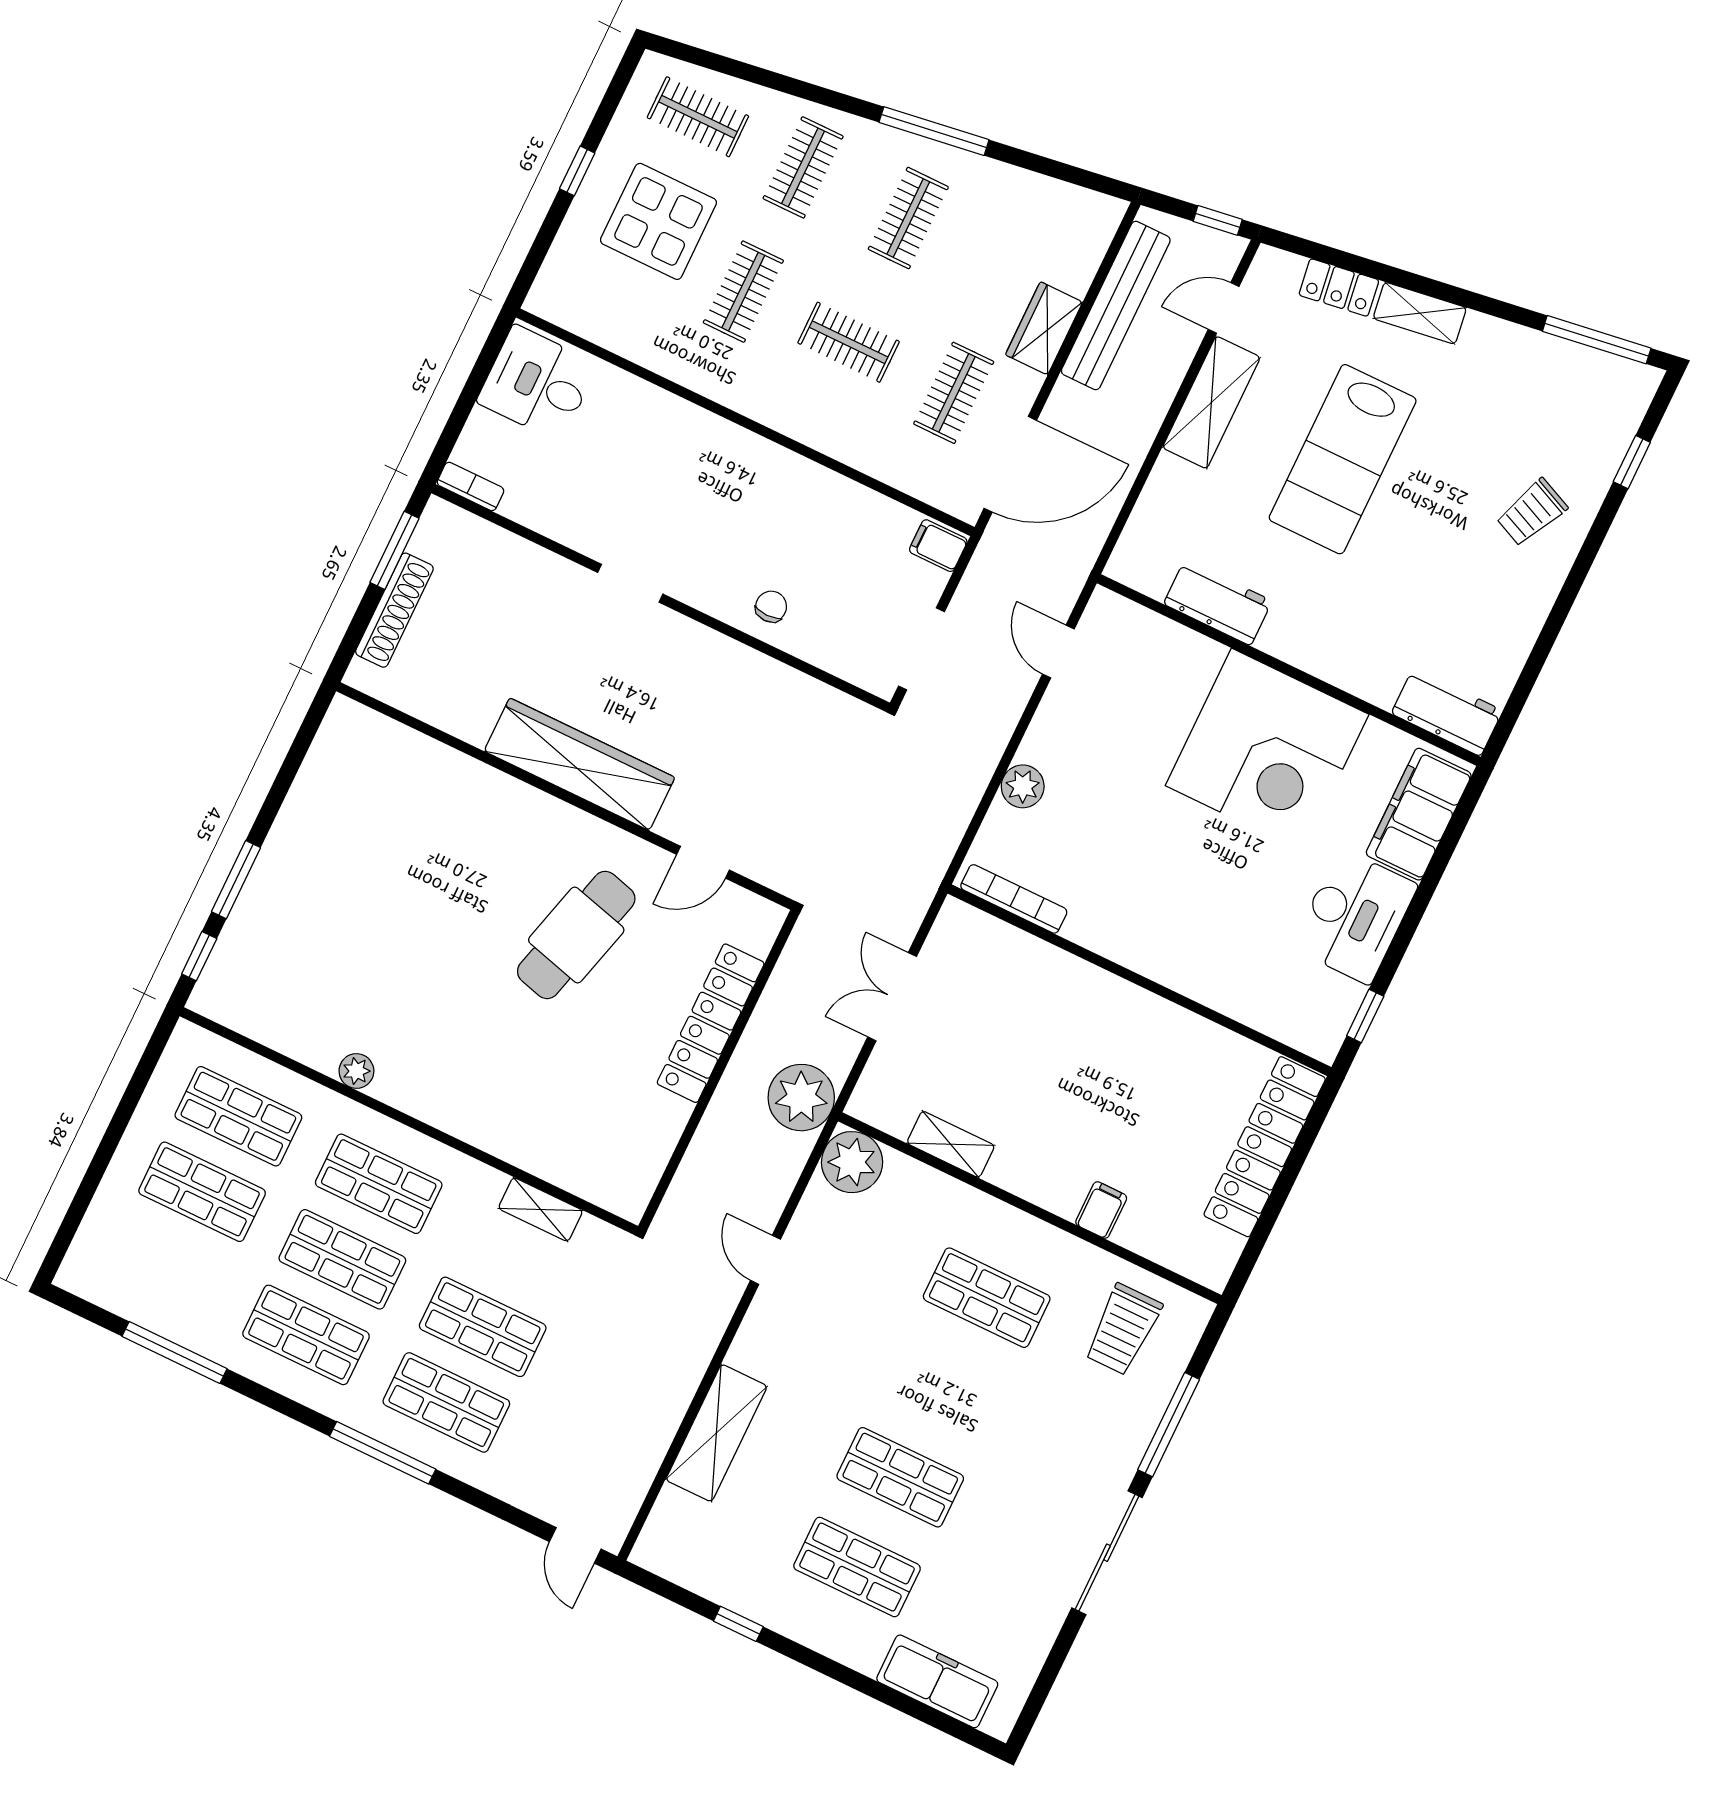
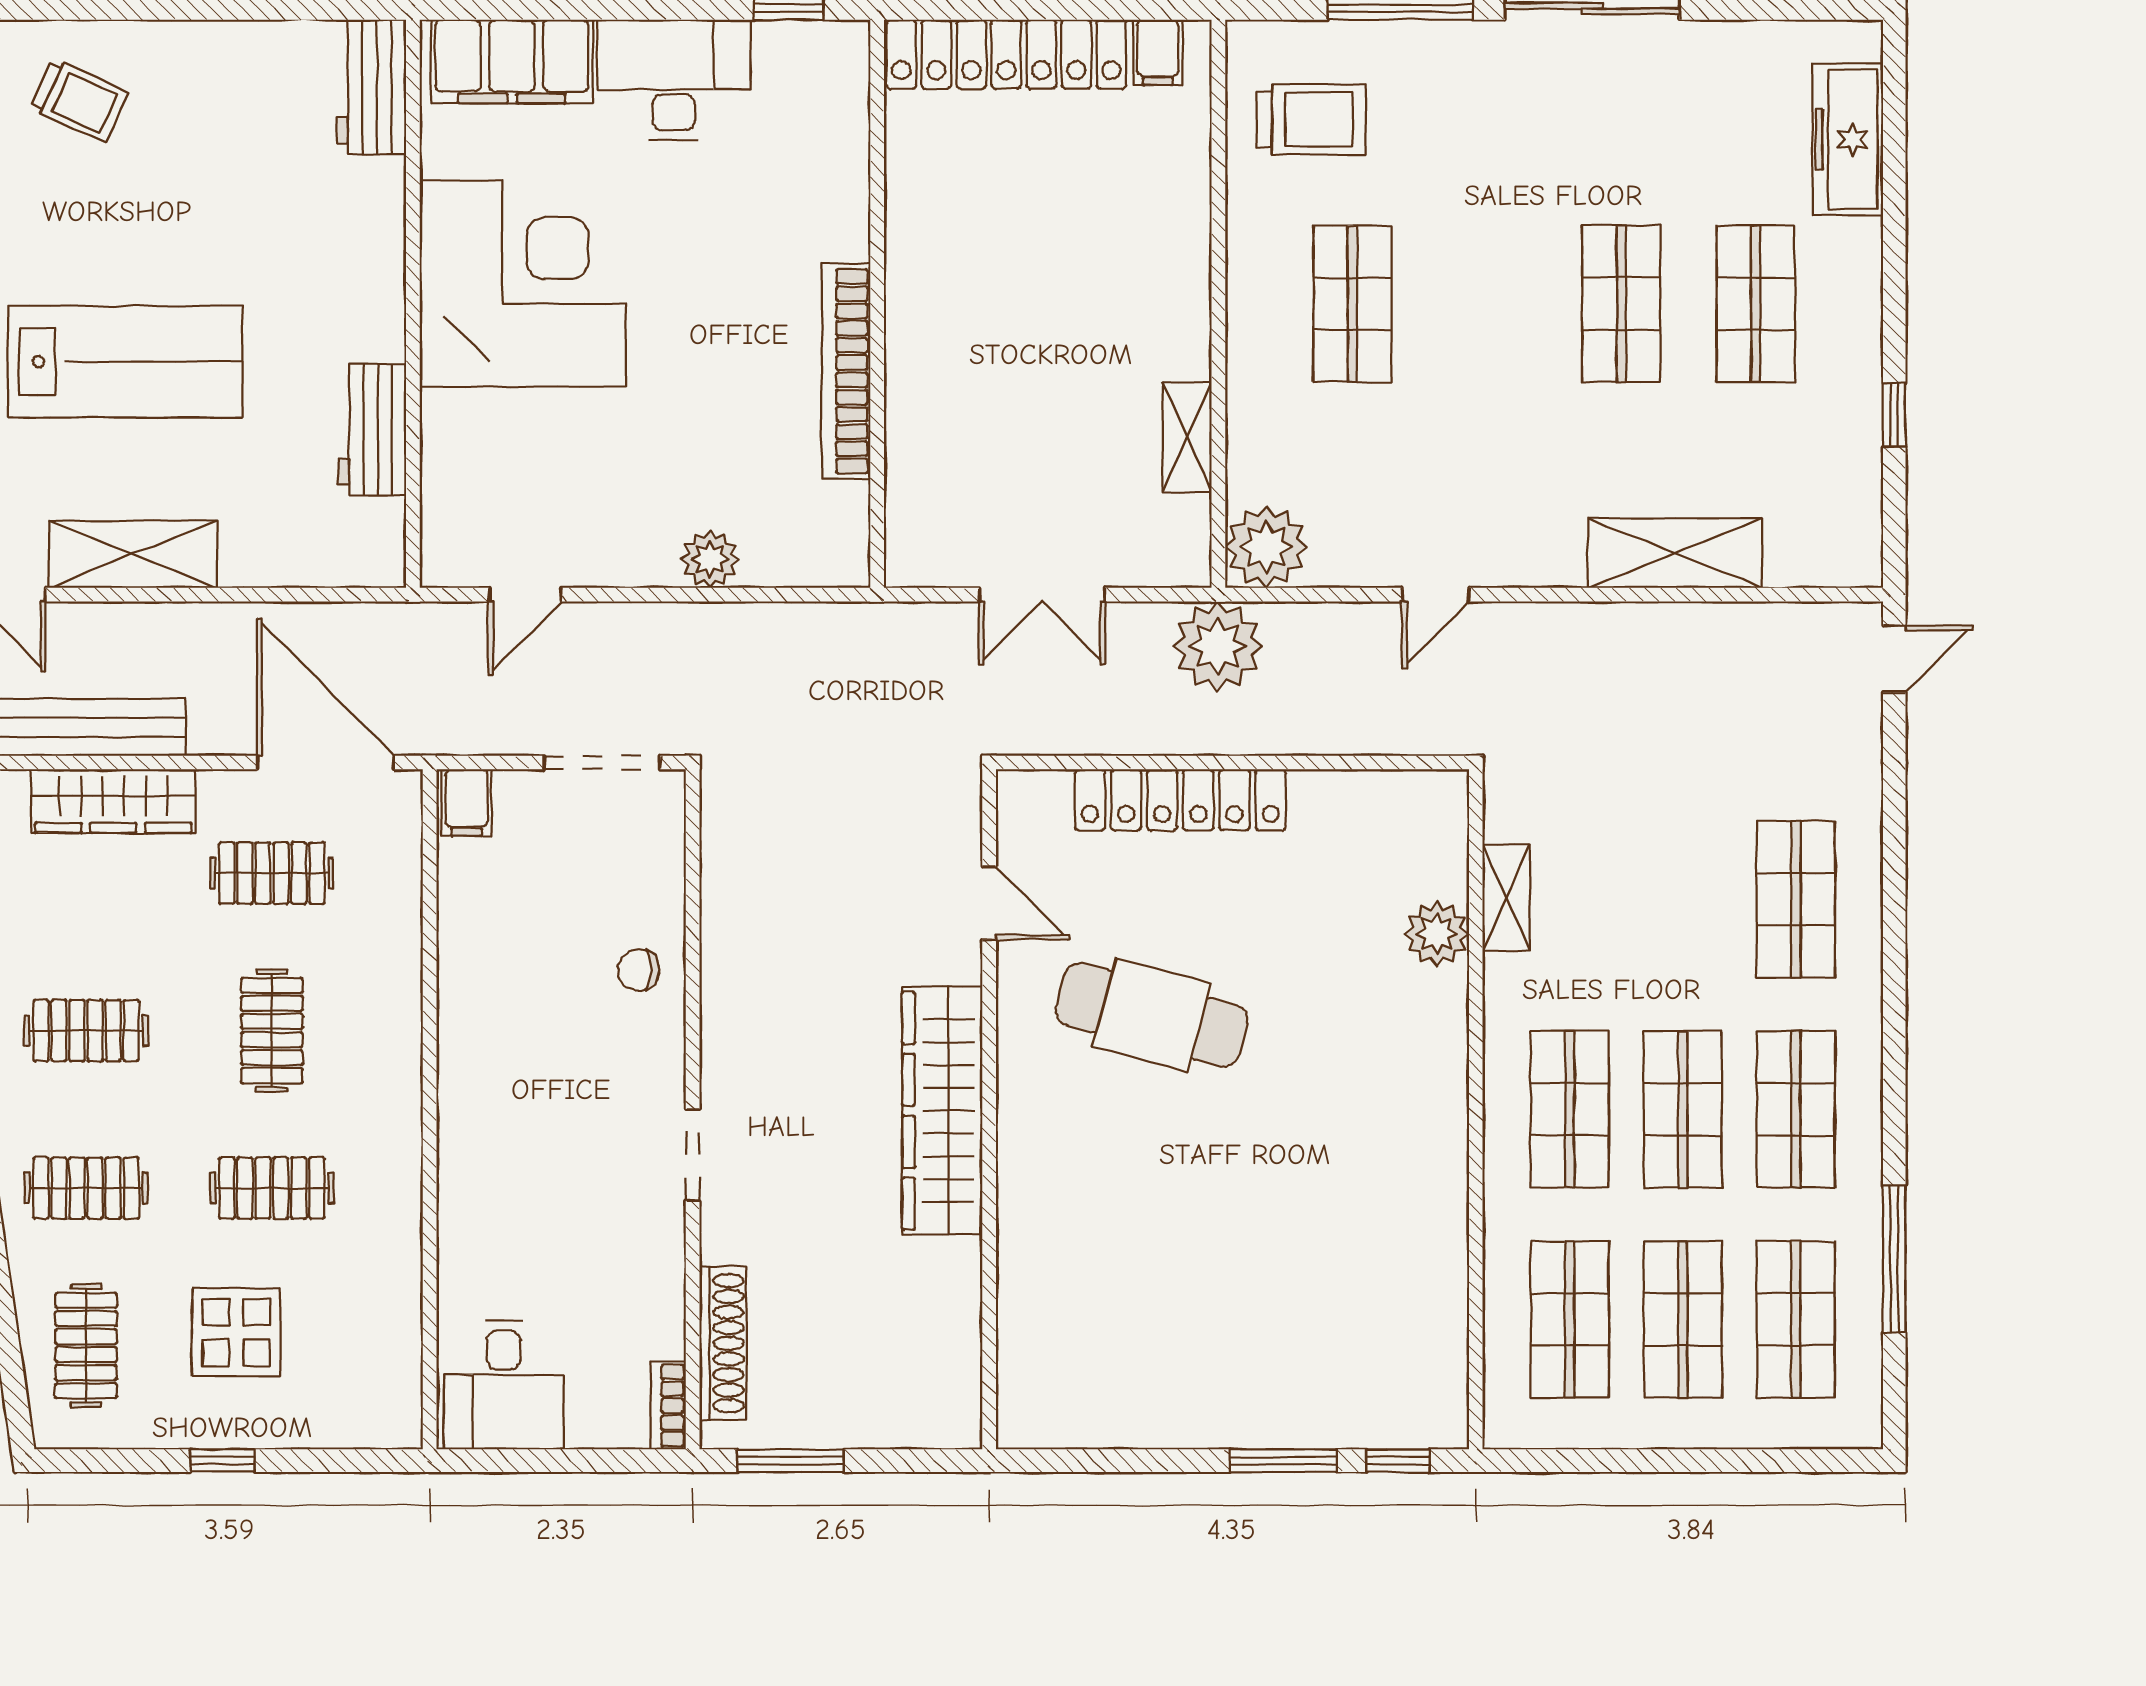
display table: (658, 221) -> (236, 1332), width x0.73, depth x0.73
wardrobe: (1044, 328) -> (113, 801), width x1.50
shoe rack: (394, 610) -> (723, 1343), moved, turned 90
bookcase: (1014, 899) -> (846, 371), moved, width x1.48, depth x1.31
plant: (356, 1071) -> (1437, 934), moved, width x1.38, depth x1.38
filing cabinet: (1101, 1210) -> (1158, 52), moved, turned -90
shop shelf: (483, 1327) -> (1796, 1319), moved
window: (383, 1453) -> (1894, 947), removed

